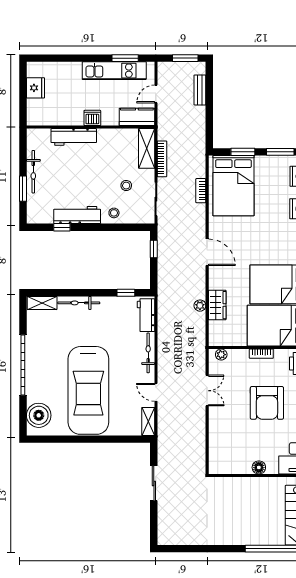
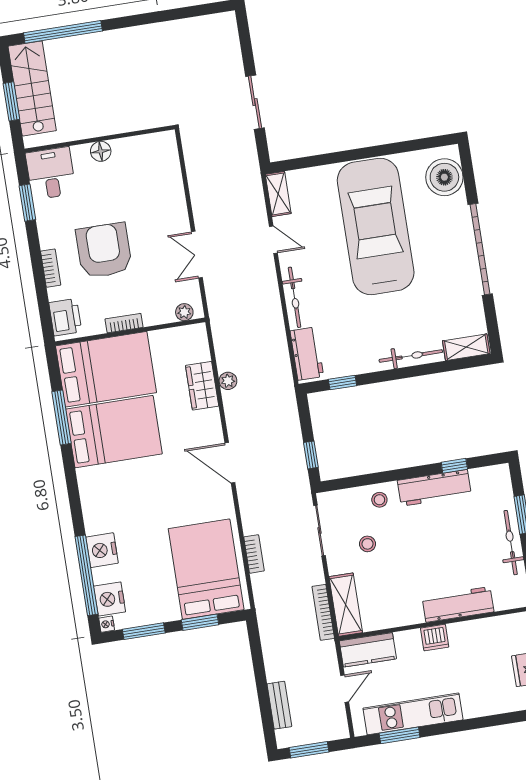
bookcase: (162, 159) -> (323, 612), moved

